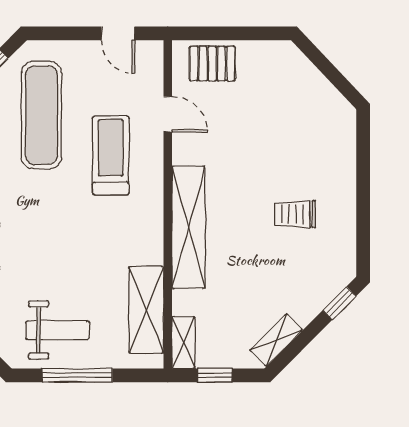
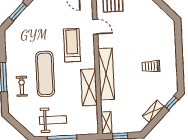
exercise mat: (42, 115) -> (45, 74), moved
shelving: (146, 310) -> (89, 87), moved
shelving: (276, 340) -> (153, 111), moved

